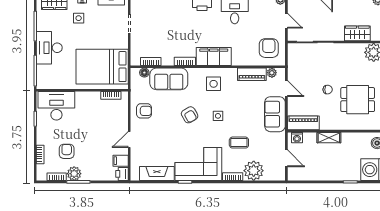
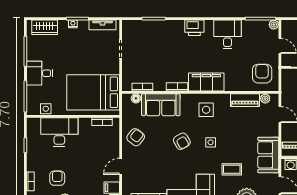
side table: (79, 18) -> (46, 109), moved
desk: (49, 48) -> (40, 73), width x0.73
desk: (56, 106) -> (59, 132), moved
armchair: (144, 111) -> (136, 137), turned -52
sofa: (275, 114) -> (268, 155), moved

